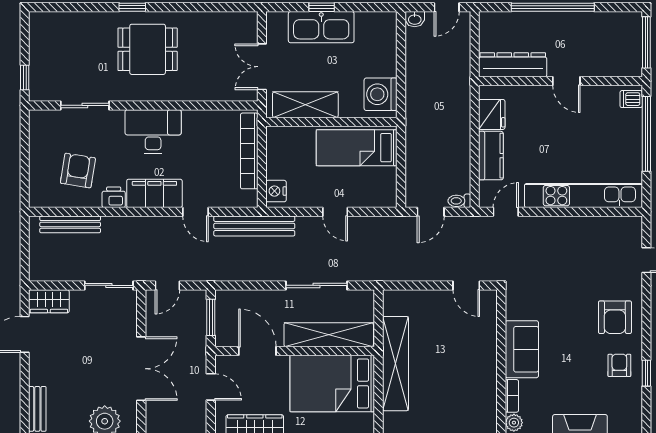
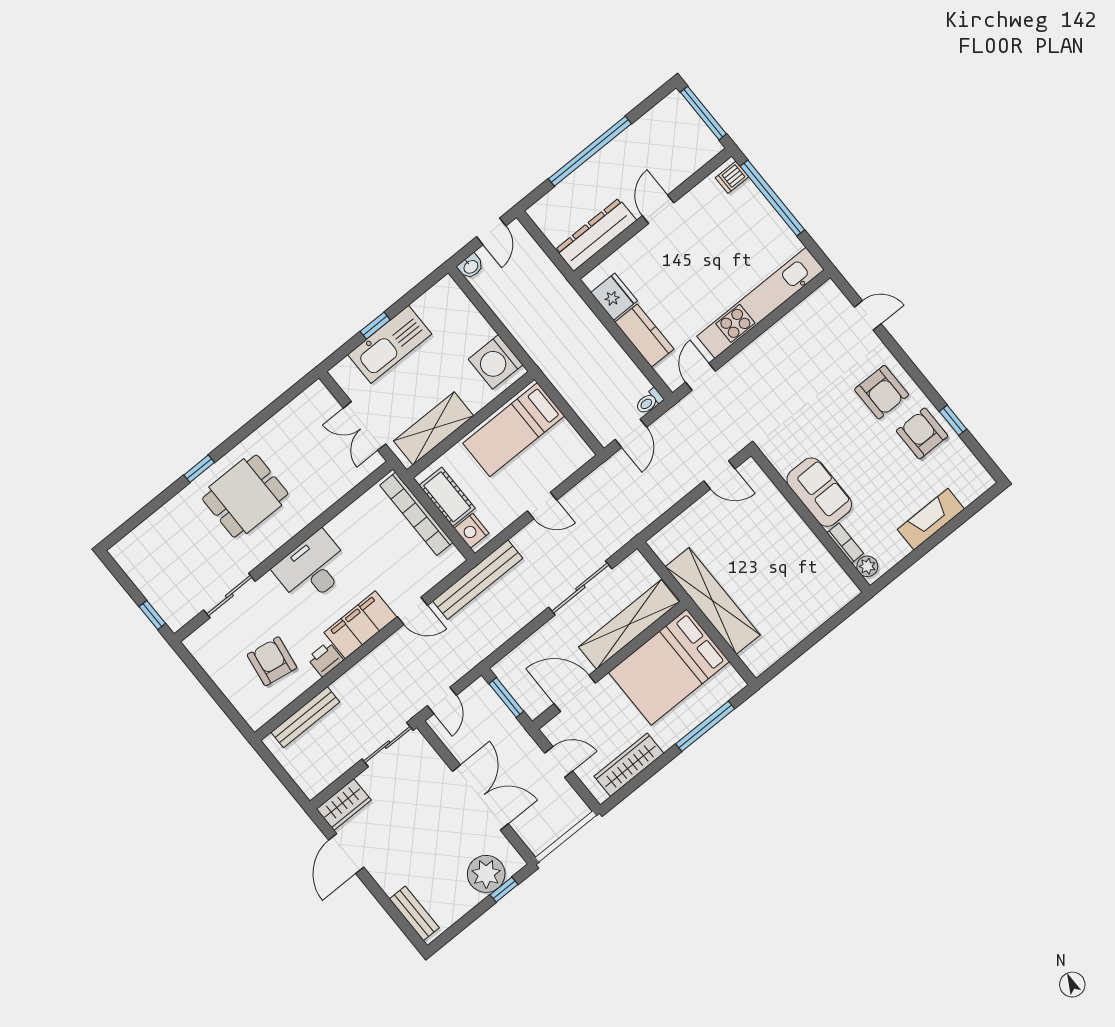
door: (566, 81) -> (658, 209), swing flipped
cot: (278, 156) -> (447, 497), added
armchair: (619, 365) -> (922, 433), width x1.38, depth x1.38

